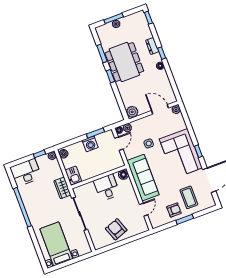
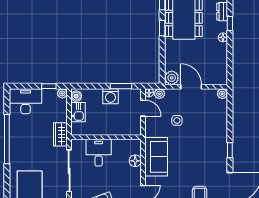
door: (160, 109) -> (191, 87), moved
door: (119, 144) -> (143, 108), hinge flipped
corner sofa: (181, 153) -> (209, 145), removed
floor lamp: (123, 175) -> (135, 161), moved
kitchen sink: (73, 176) -> (78, 112), moved
sofa: (143, 178) -> (156, 157), width x0.73
desk: (107, 188) -> (99, 153), moved

